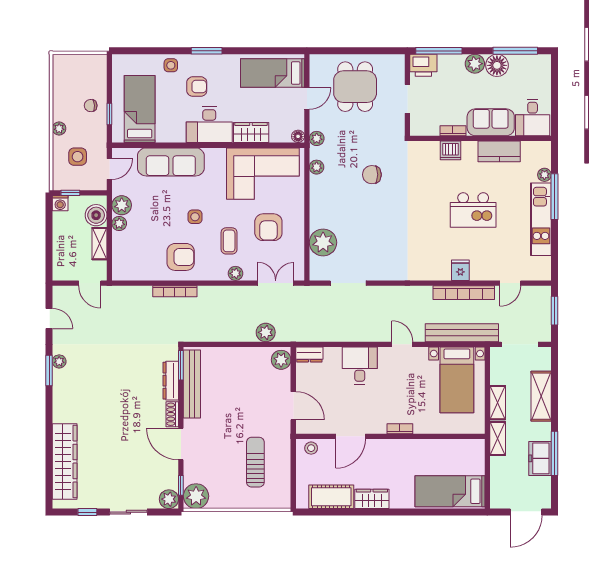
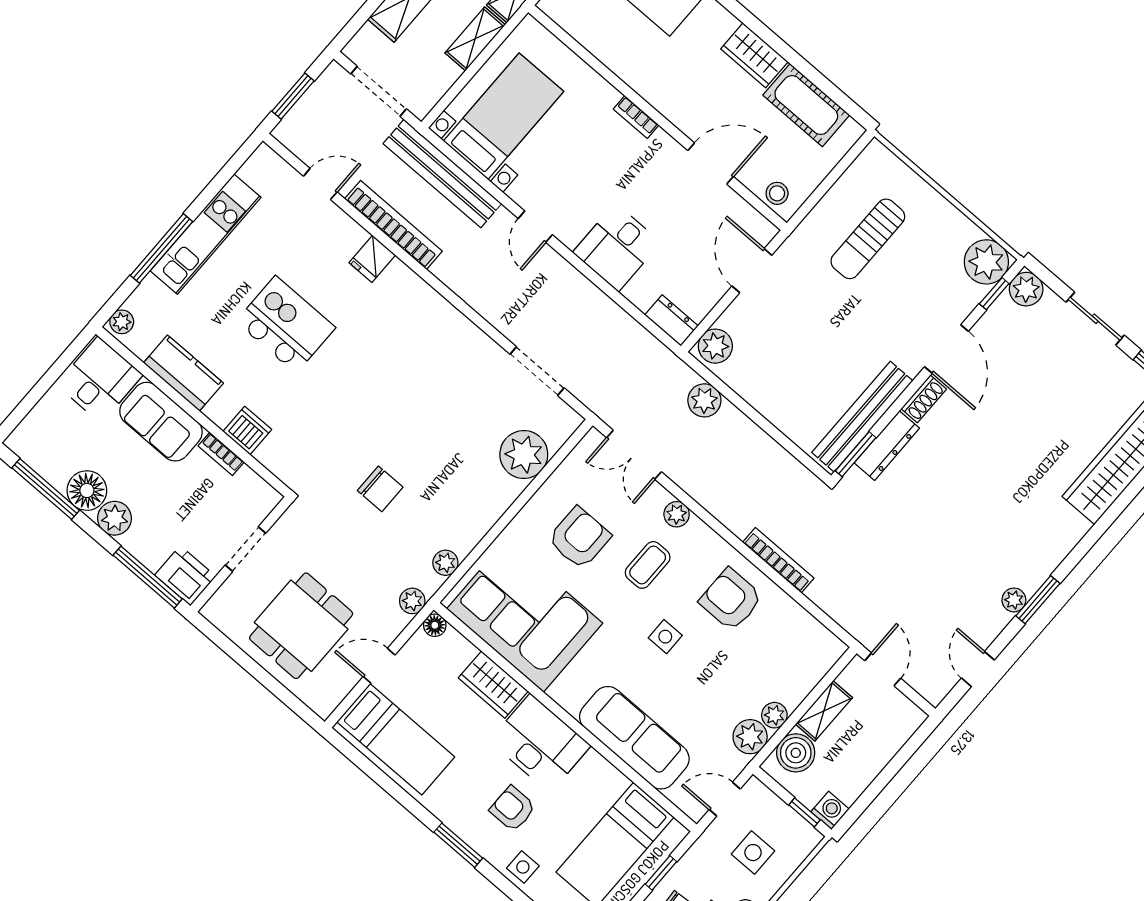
plant: (544, 175) -> (122, 322), moved

